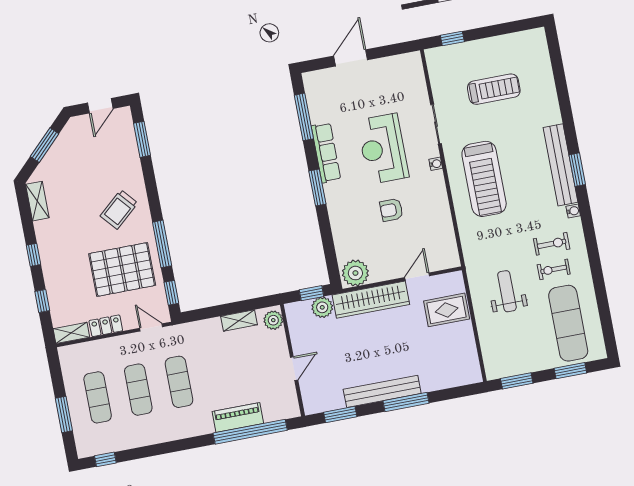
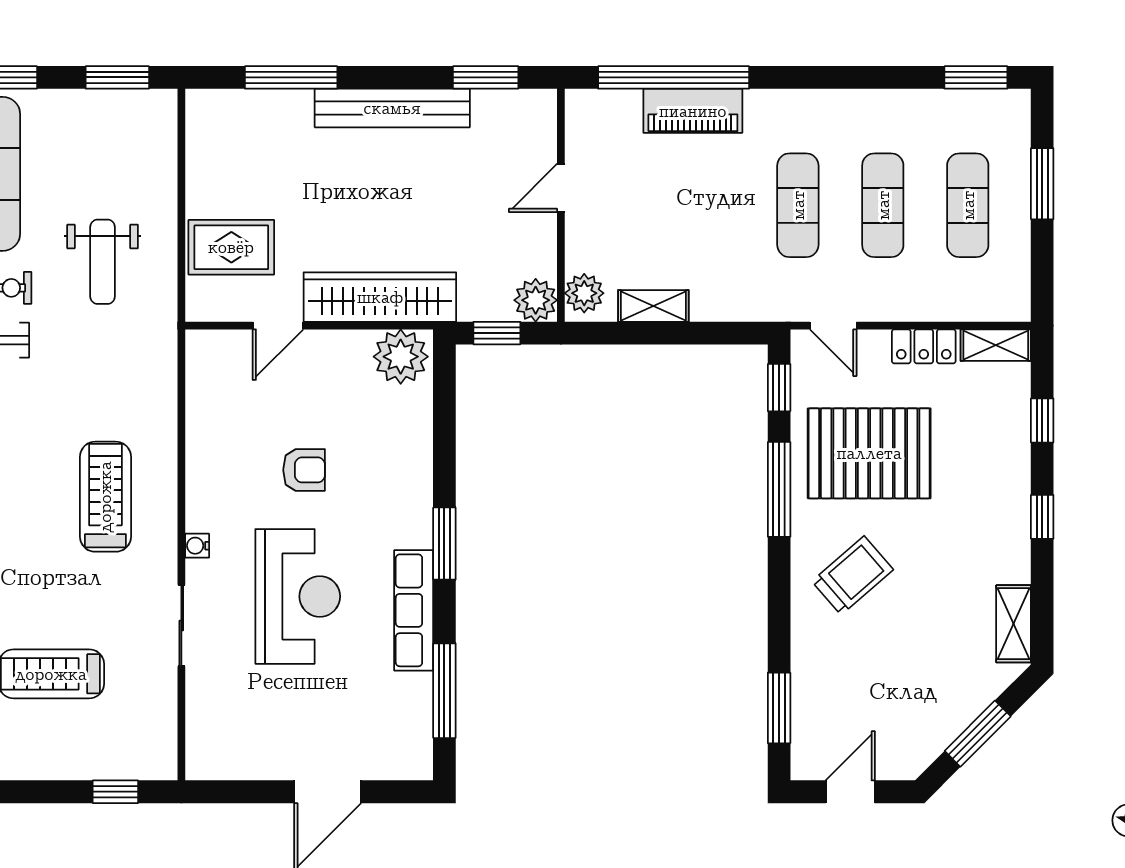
treadmill: (484, 179) -> (105, 497), width x0.73, depth x0.73
plant: (322, 307) -> (536, 300), moved
window: (406, 402) -> (291, 77), moved
window: (105, 459) -> (976, 77), width x1.50

